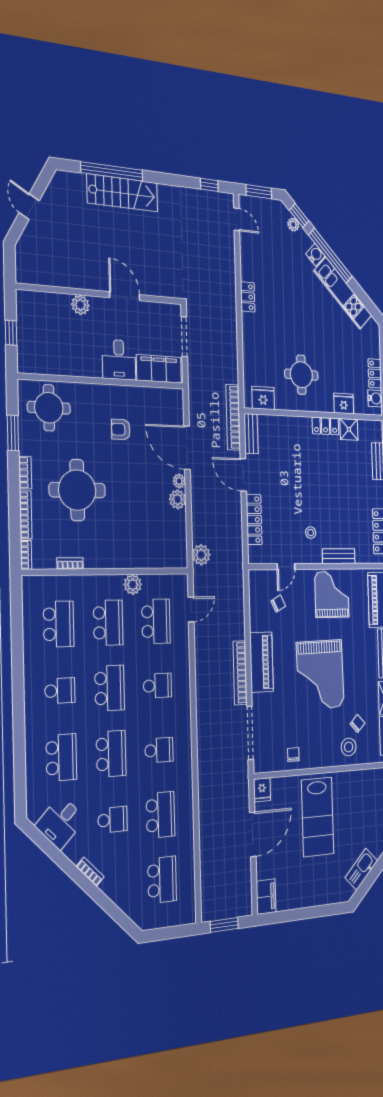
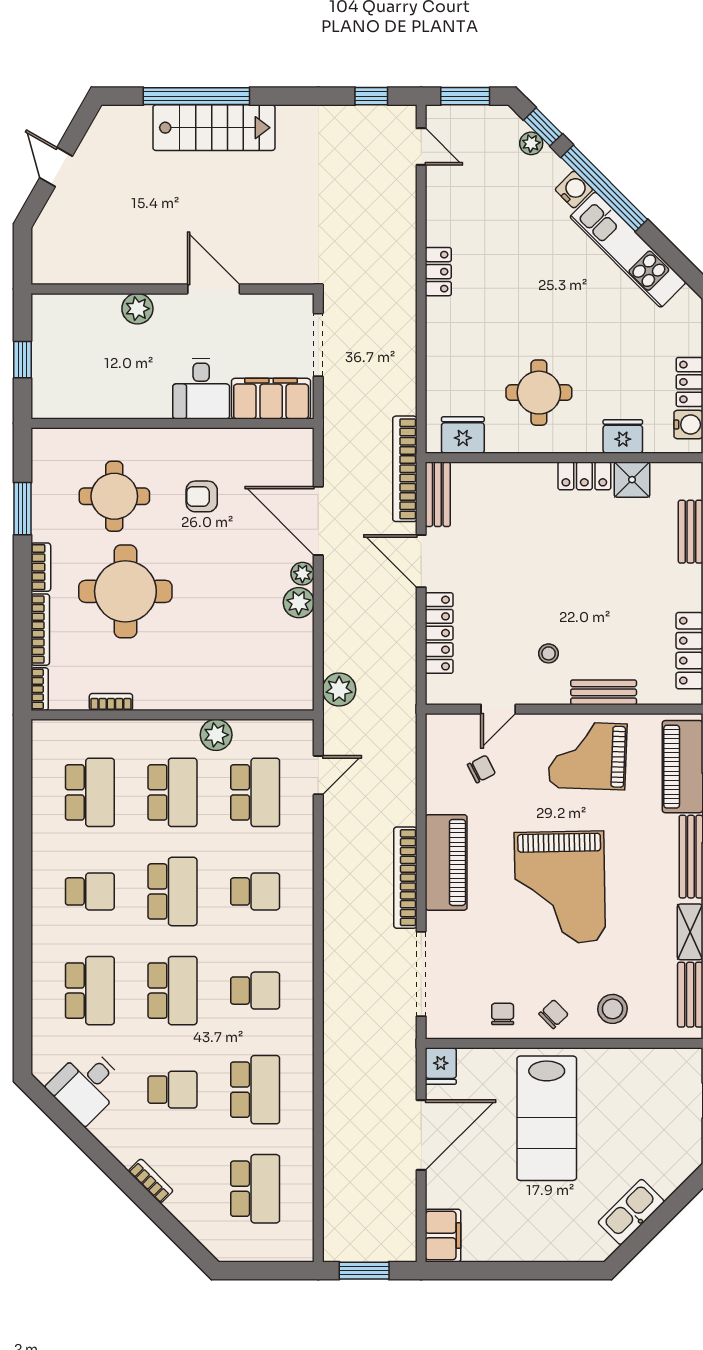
round table: (49, 408) -> (114, 496), moved
grand piano: (332, 594) -> (588, 756), turned -88
chair: (358, 723) -> (554, 1014), moved
bookcase: (90, 872) -> (151, 1181), moved

